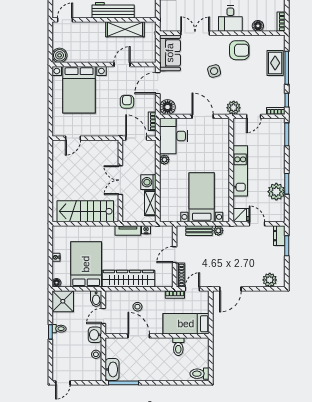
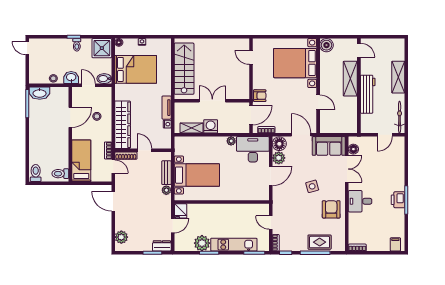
floor lamp: (258, 26) -> (353, 149), moved
shelving: (125, 29) -> (350, 79), moved
armchair: (239, 50) -> (331, 209), turned 180
armchair: (127, 102) -> (260, 96), moved
plant: (234, 108) -> (279, 158), moved
kitchen unit: (240, 171) -> (234, 245), moved, turned 180
wardrobe: (129, 279) -> (123, 125), moved
toilet: (178, 347) -> (60, 174), moved

